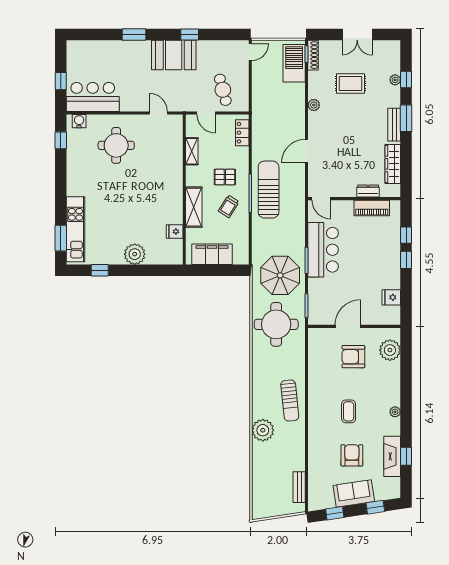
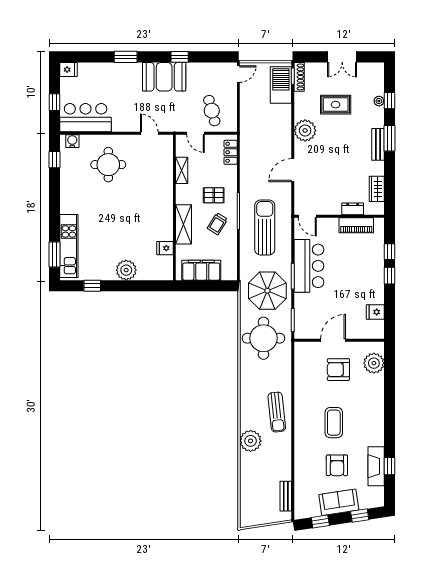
fridge: (75, 47) -> (69, 70), added
plant: (314, 105) -> (305, 130), width x1.87, depth x1.87
wardrobe: (393, 164) -> (377, 189), width x0.67
sun lounger: (269, 190) -> (265, 227), moved
coffee table: (349, 411) -> (334, 423), width x1.36, depth x1.30
plant: (395, 412) -> (379, 423), removed
armchair: (352, 455) -> (337, 465), turned 180

